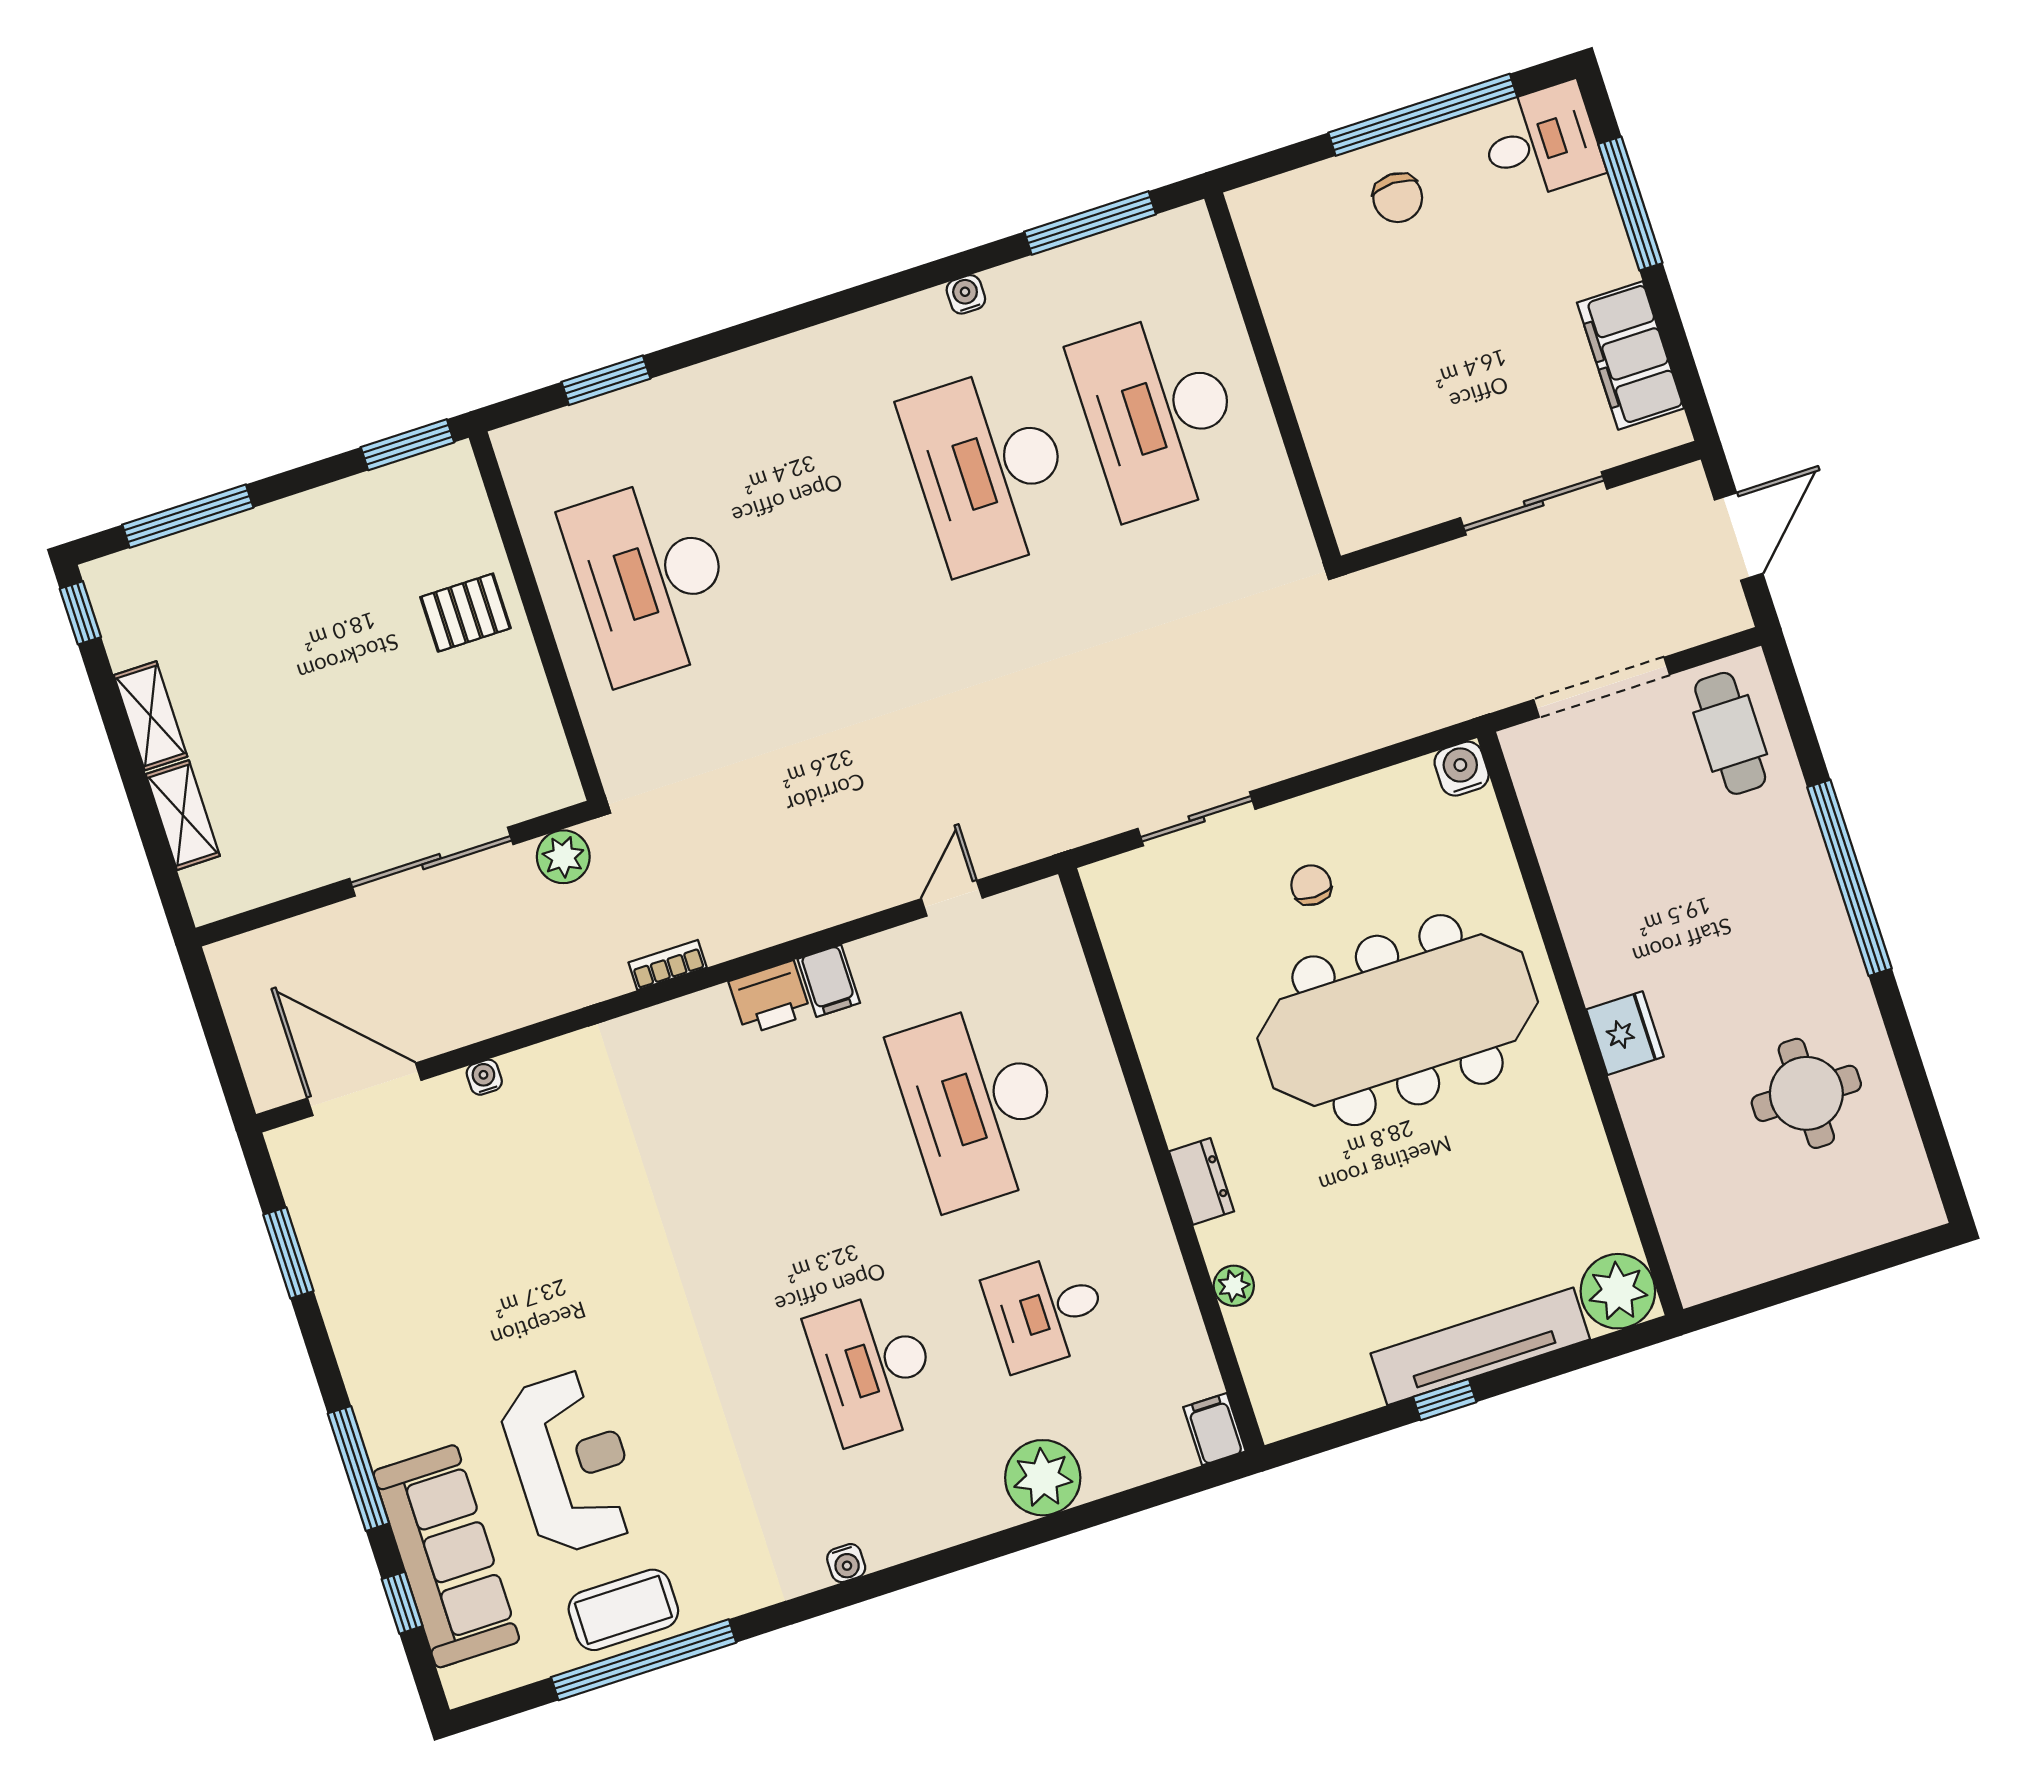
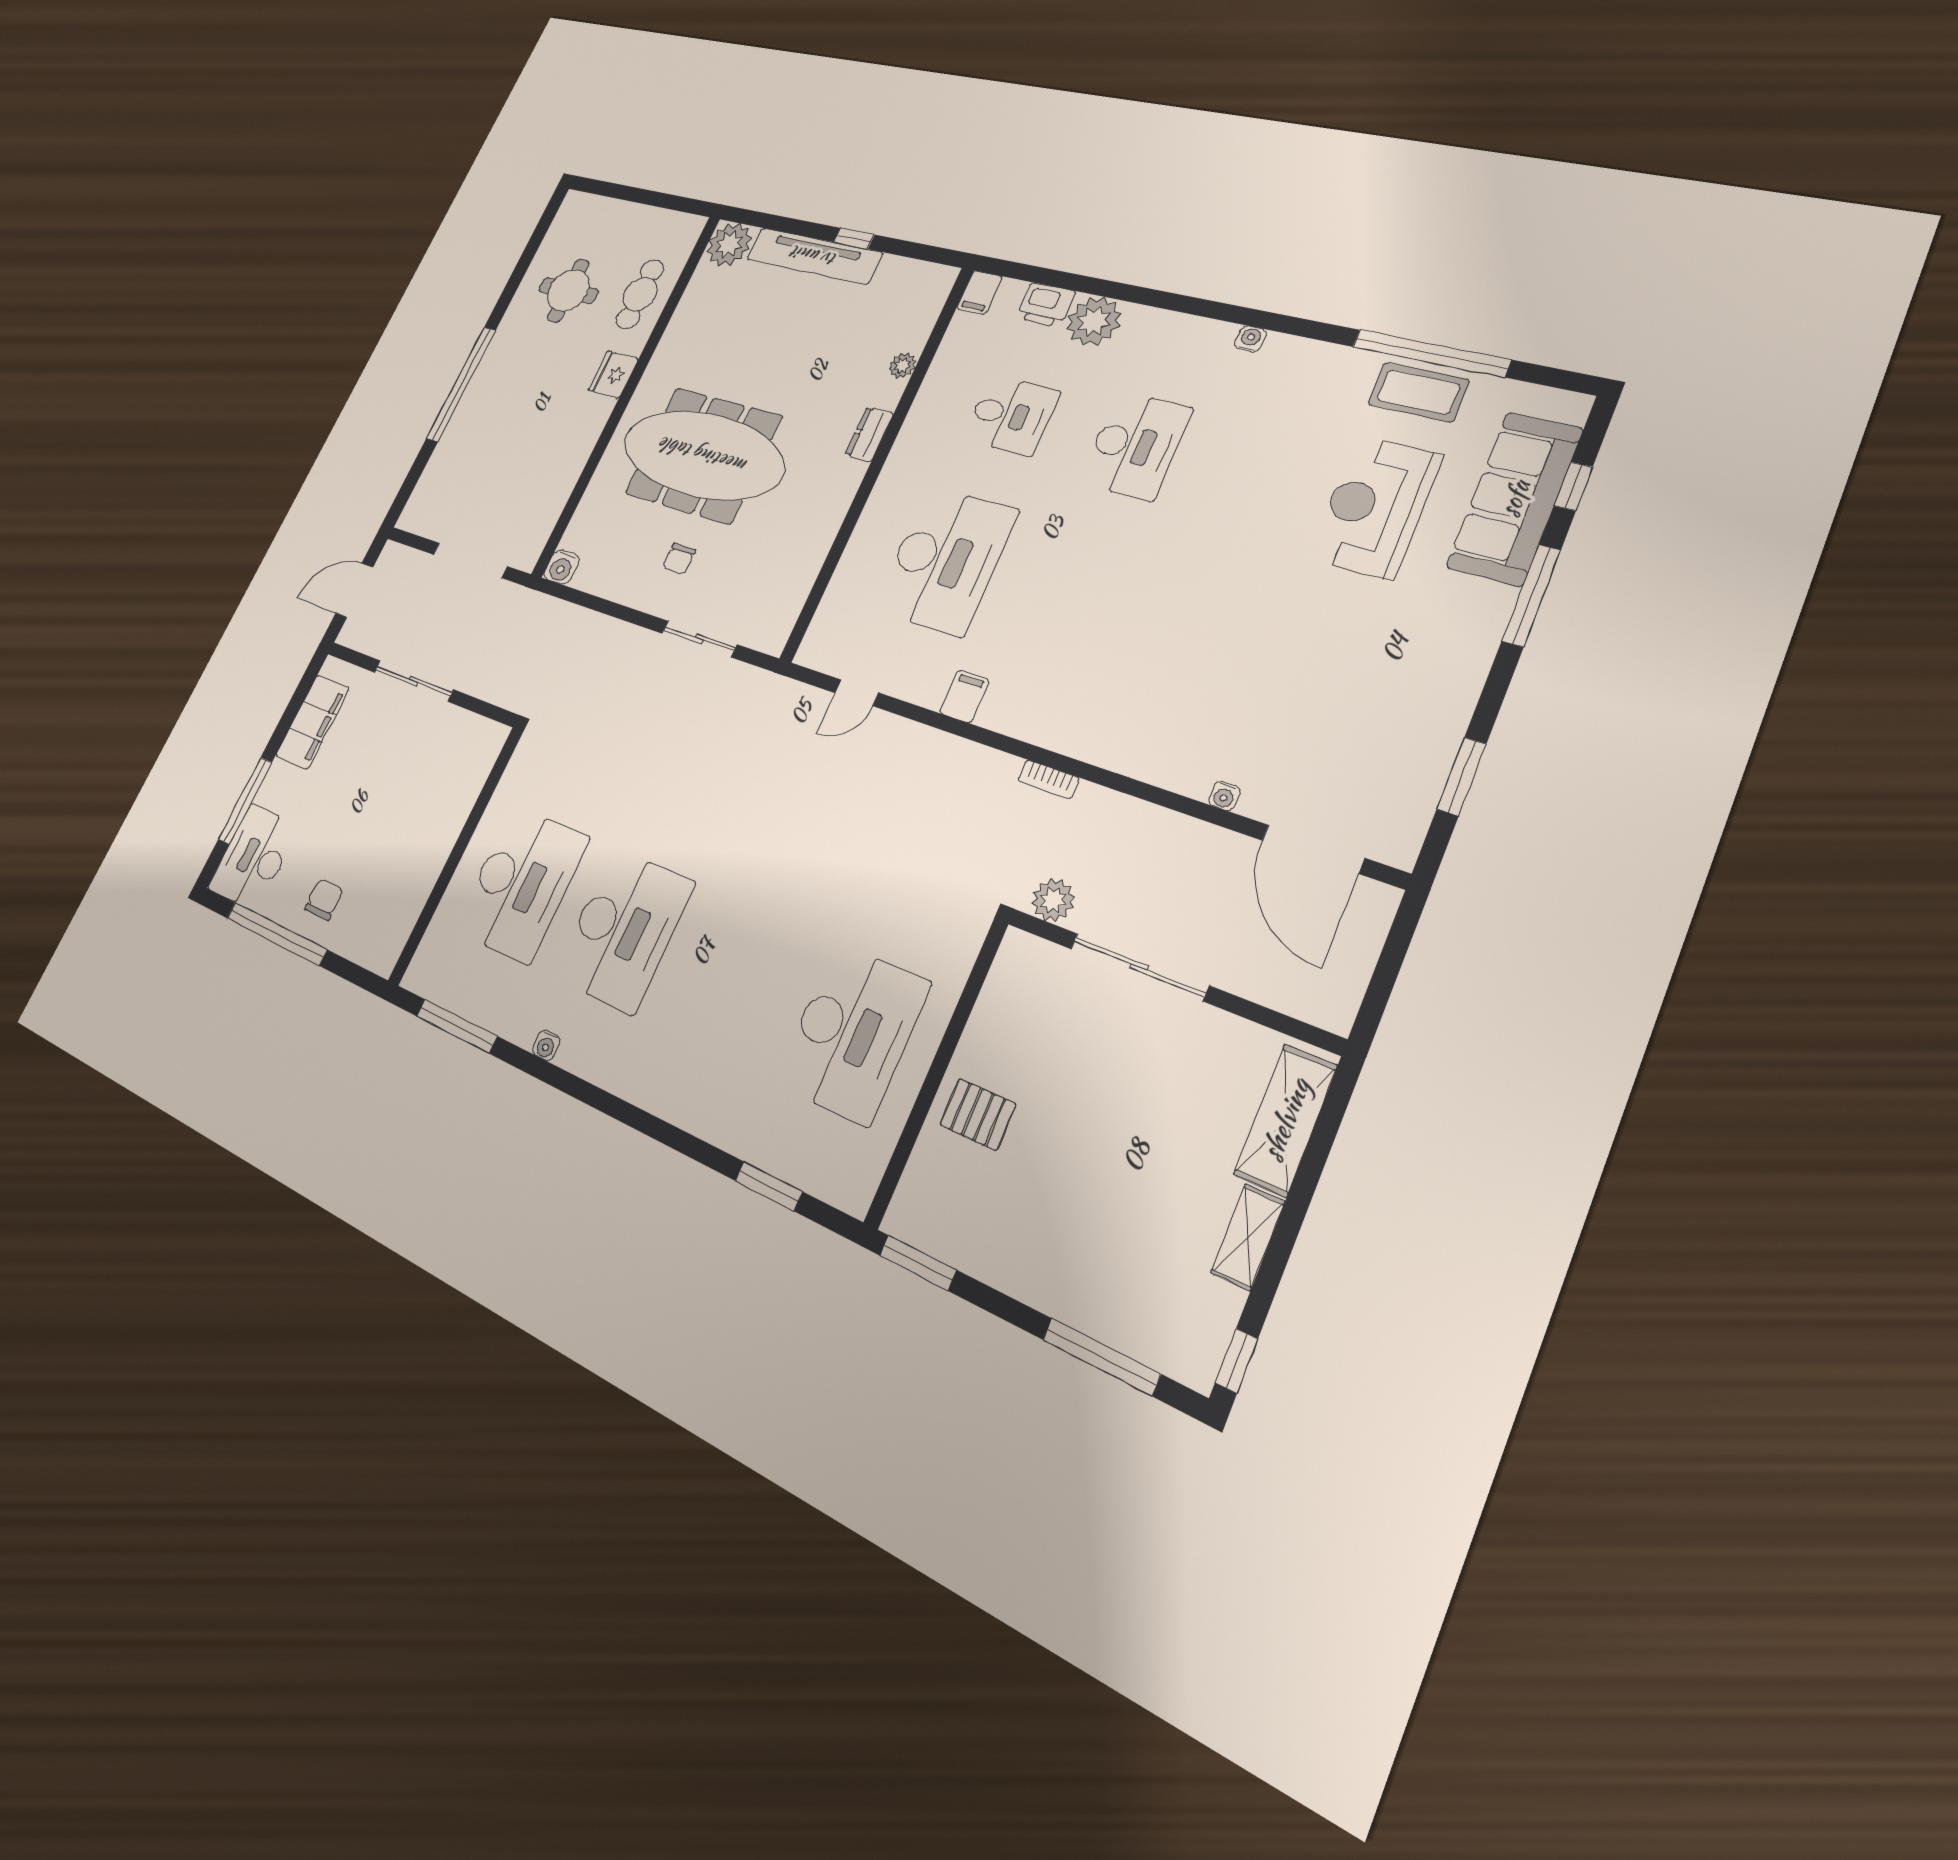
desk: (1541, 142) -> (254, 857), width x1.37
cafe table: (1730, 733) -> (640, 294), moved
shelving: (183, 815) -> (1286, 1120), width x1.50, depth x1.33
printer: (770, 998) -> (1046, 305), moved, turned 180

